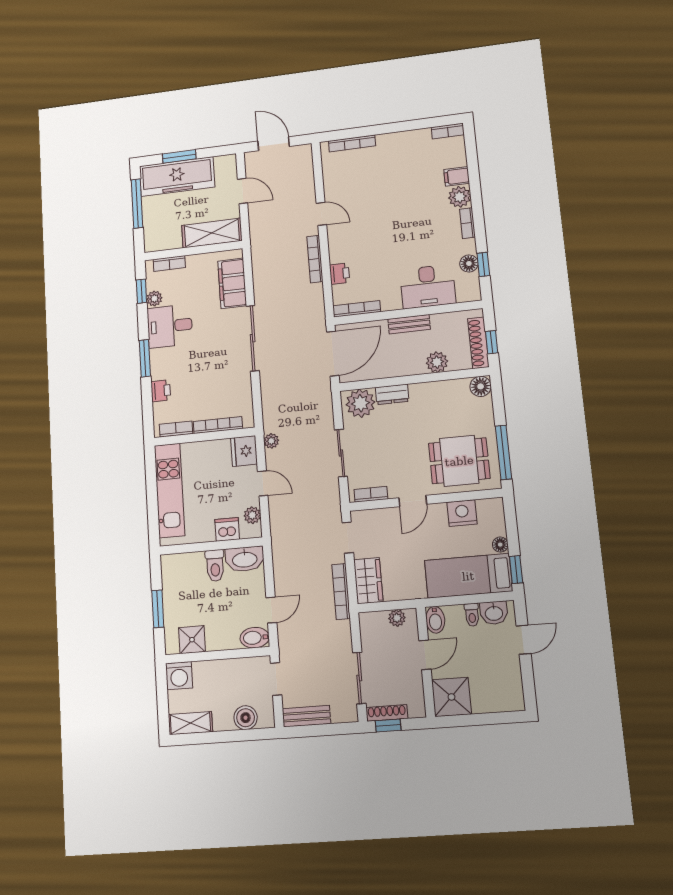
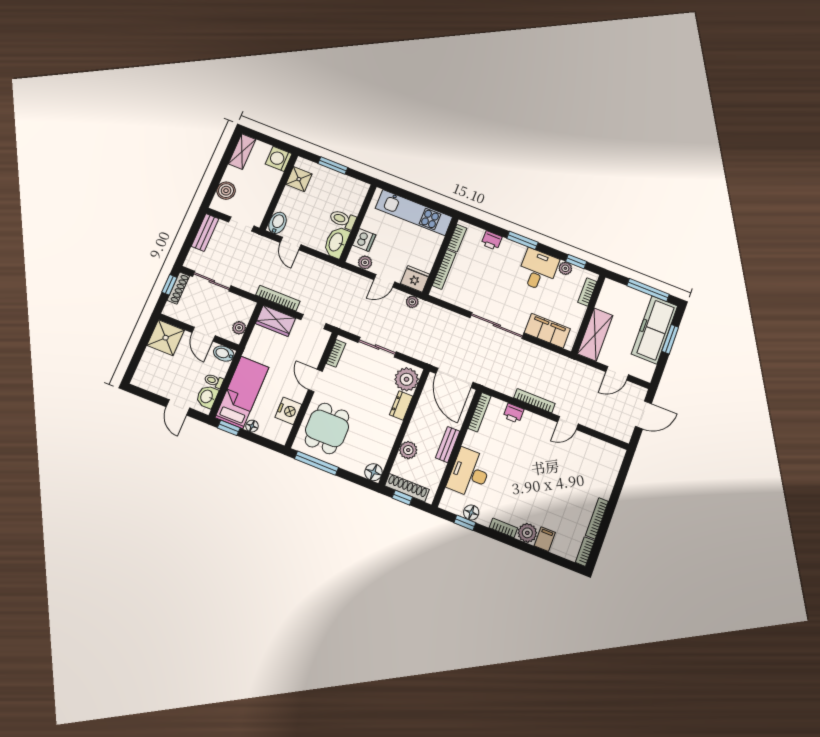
bookcase: (352, 143) -> (597, 518), moved

